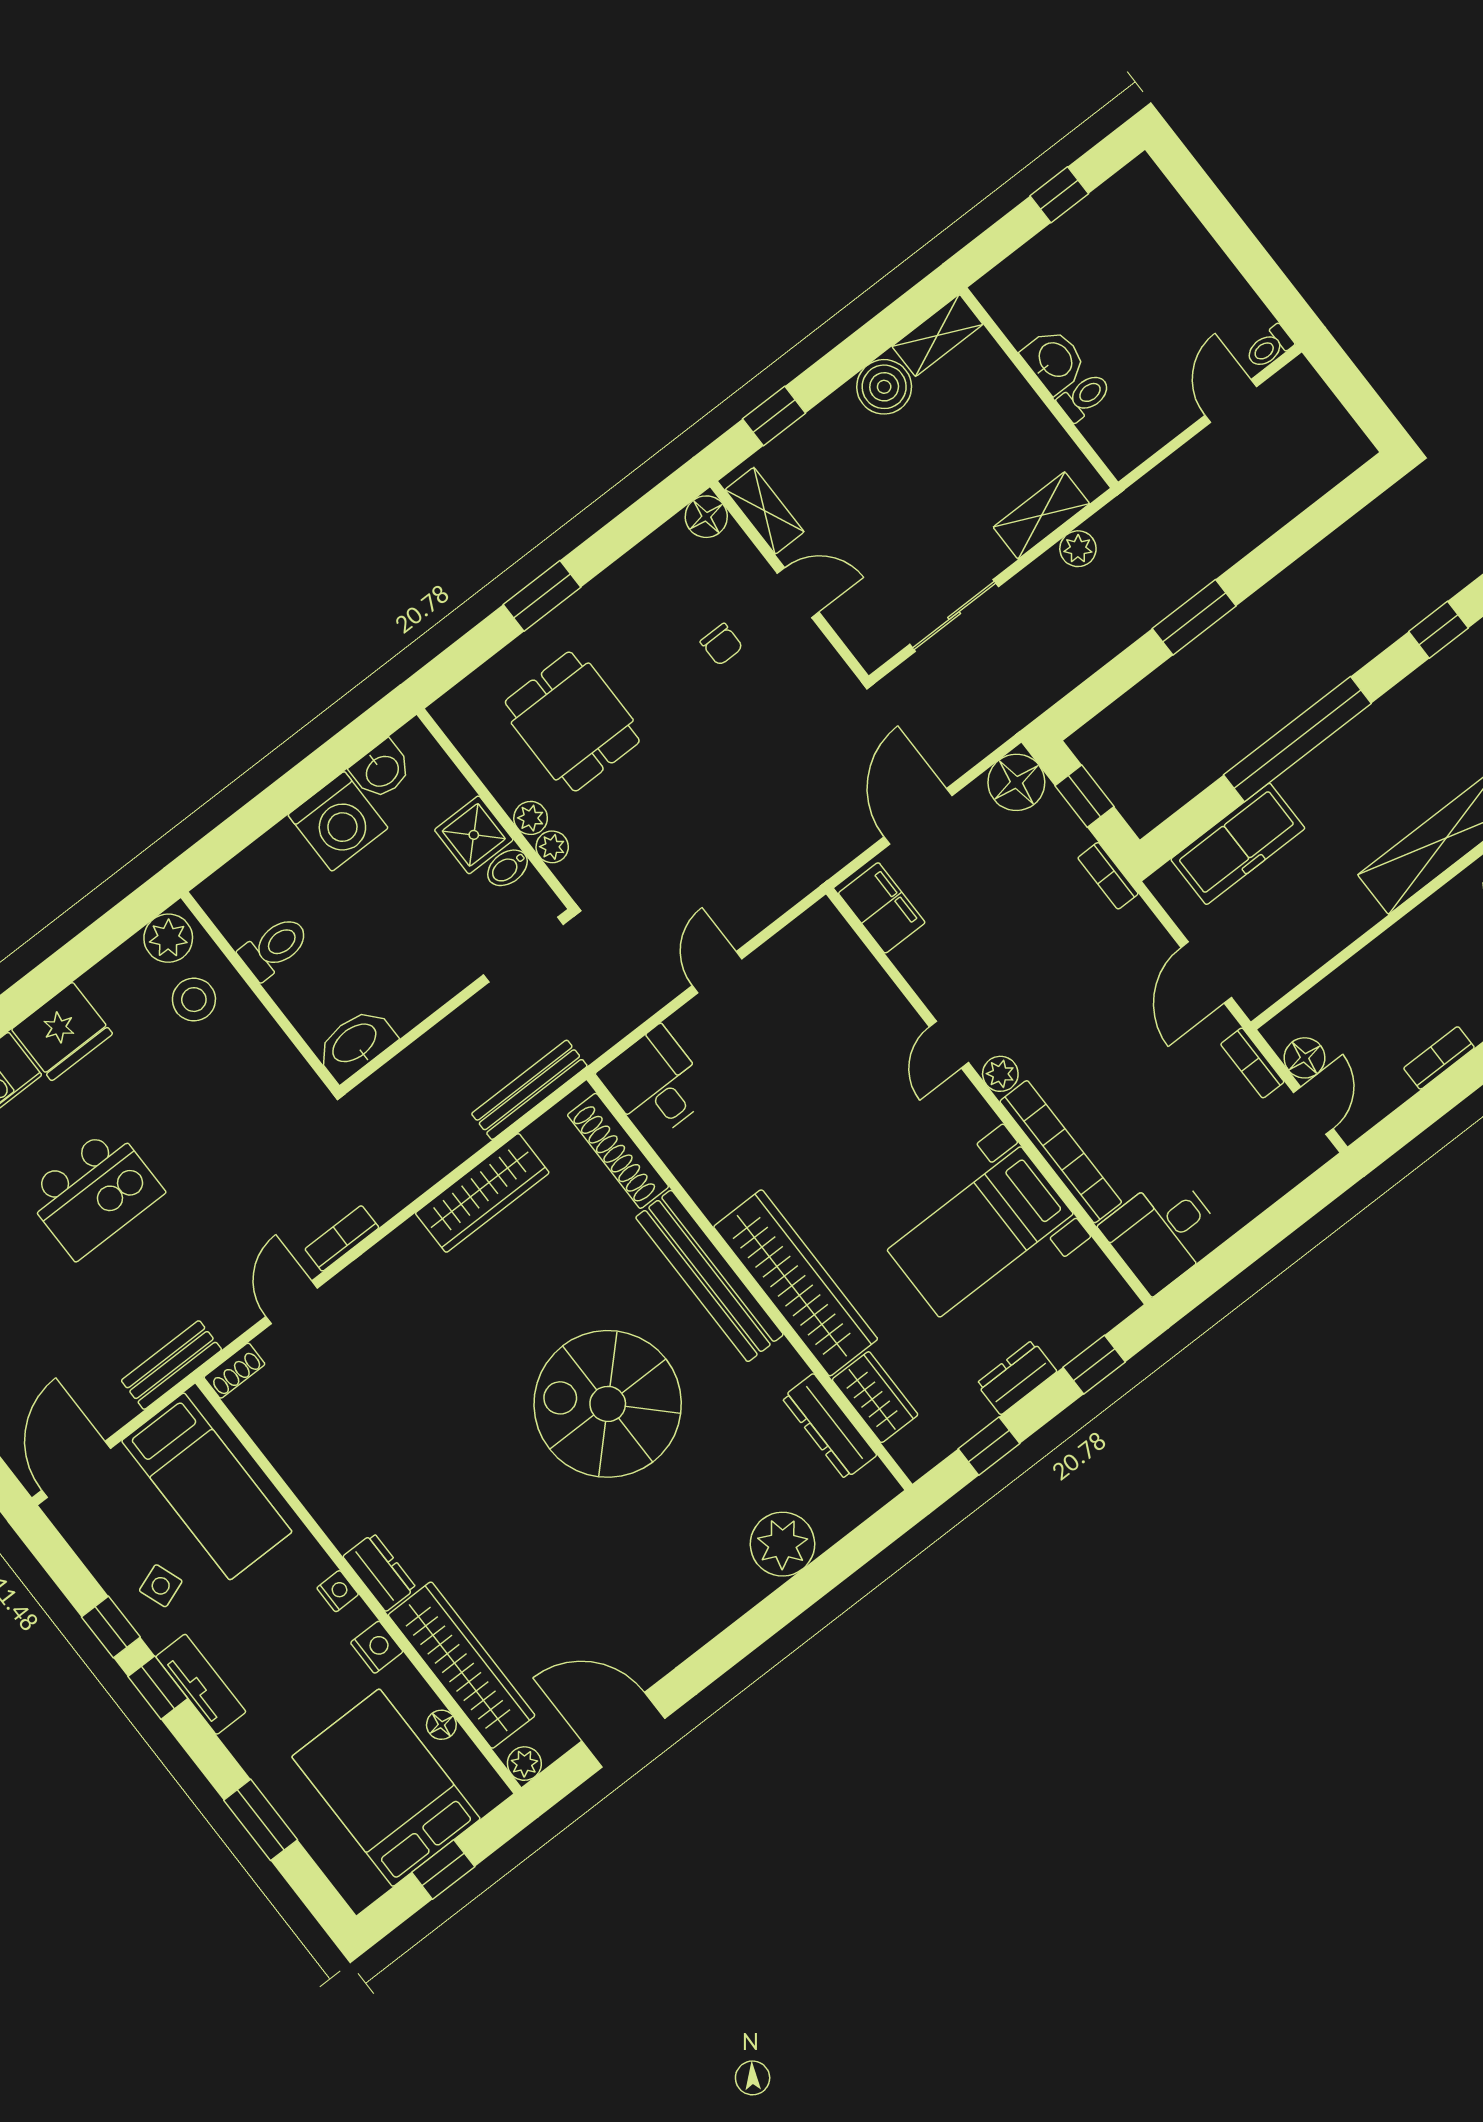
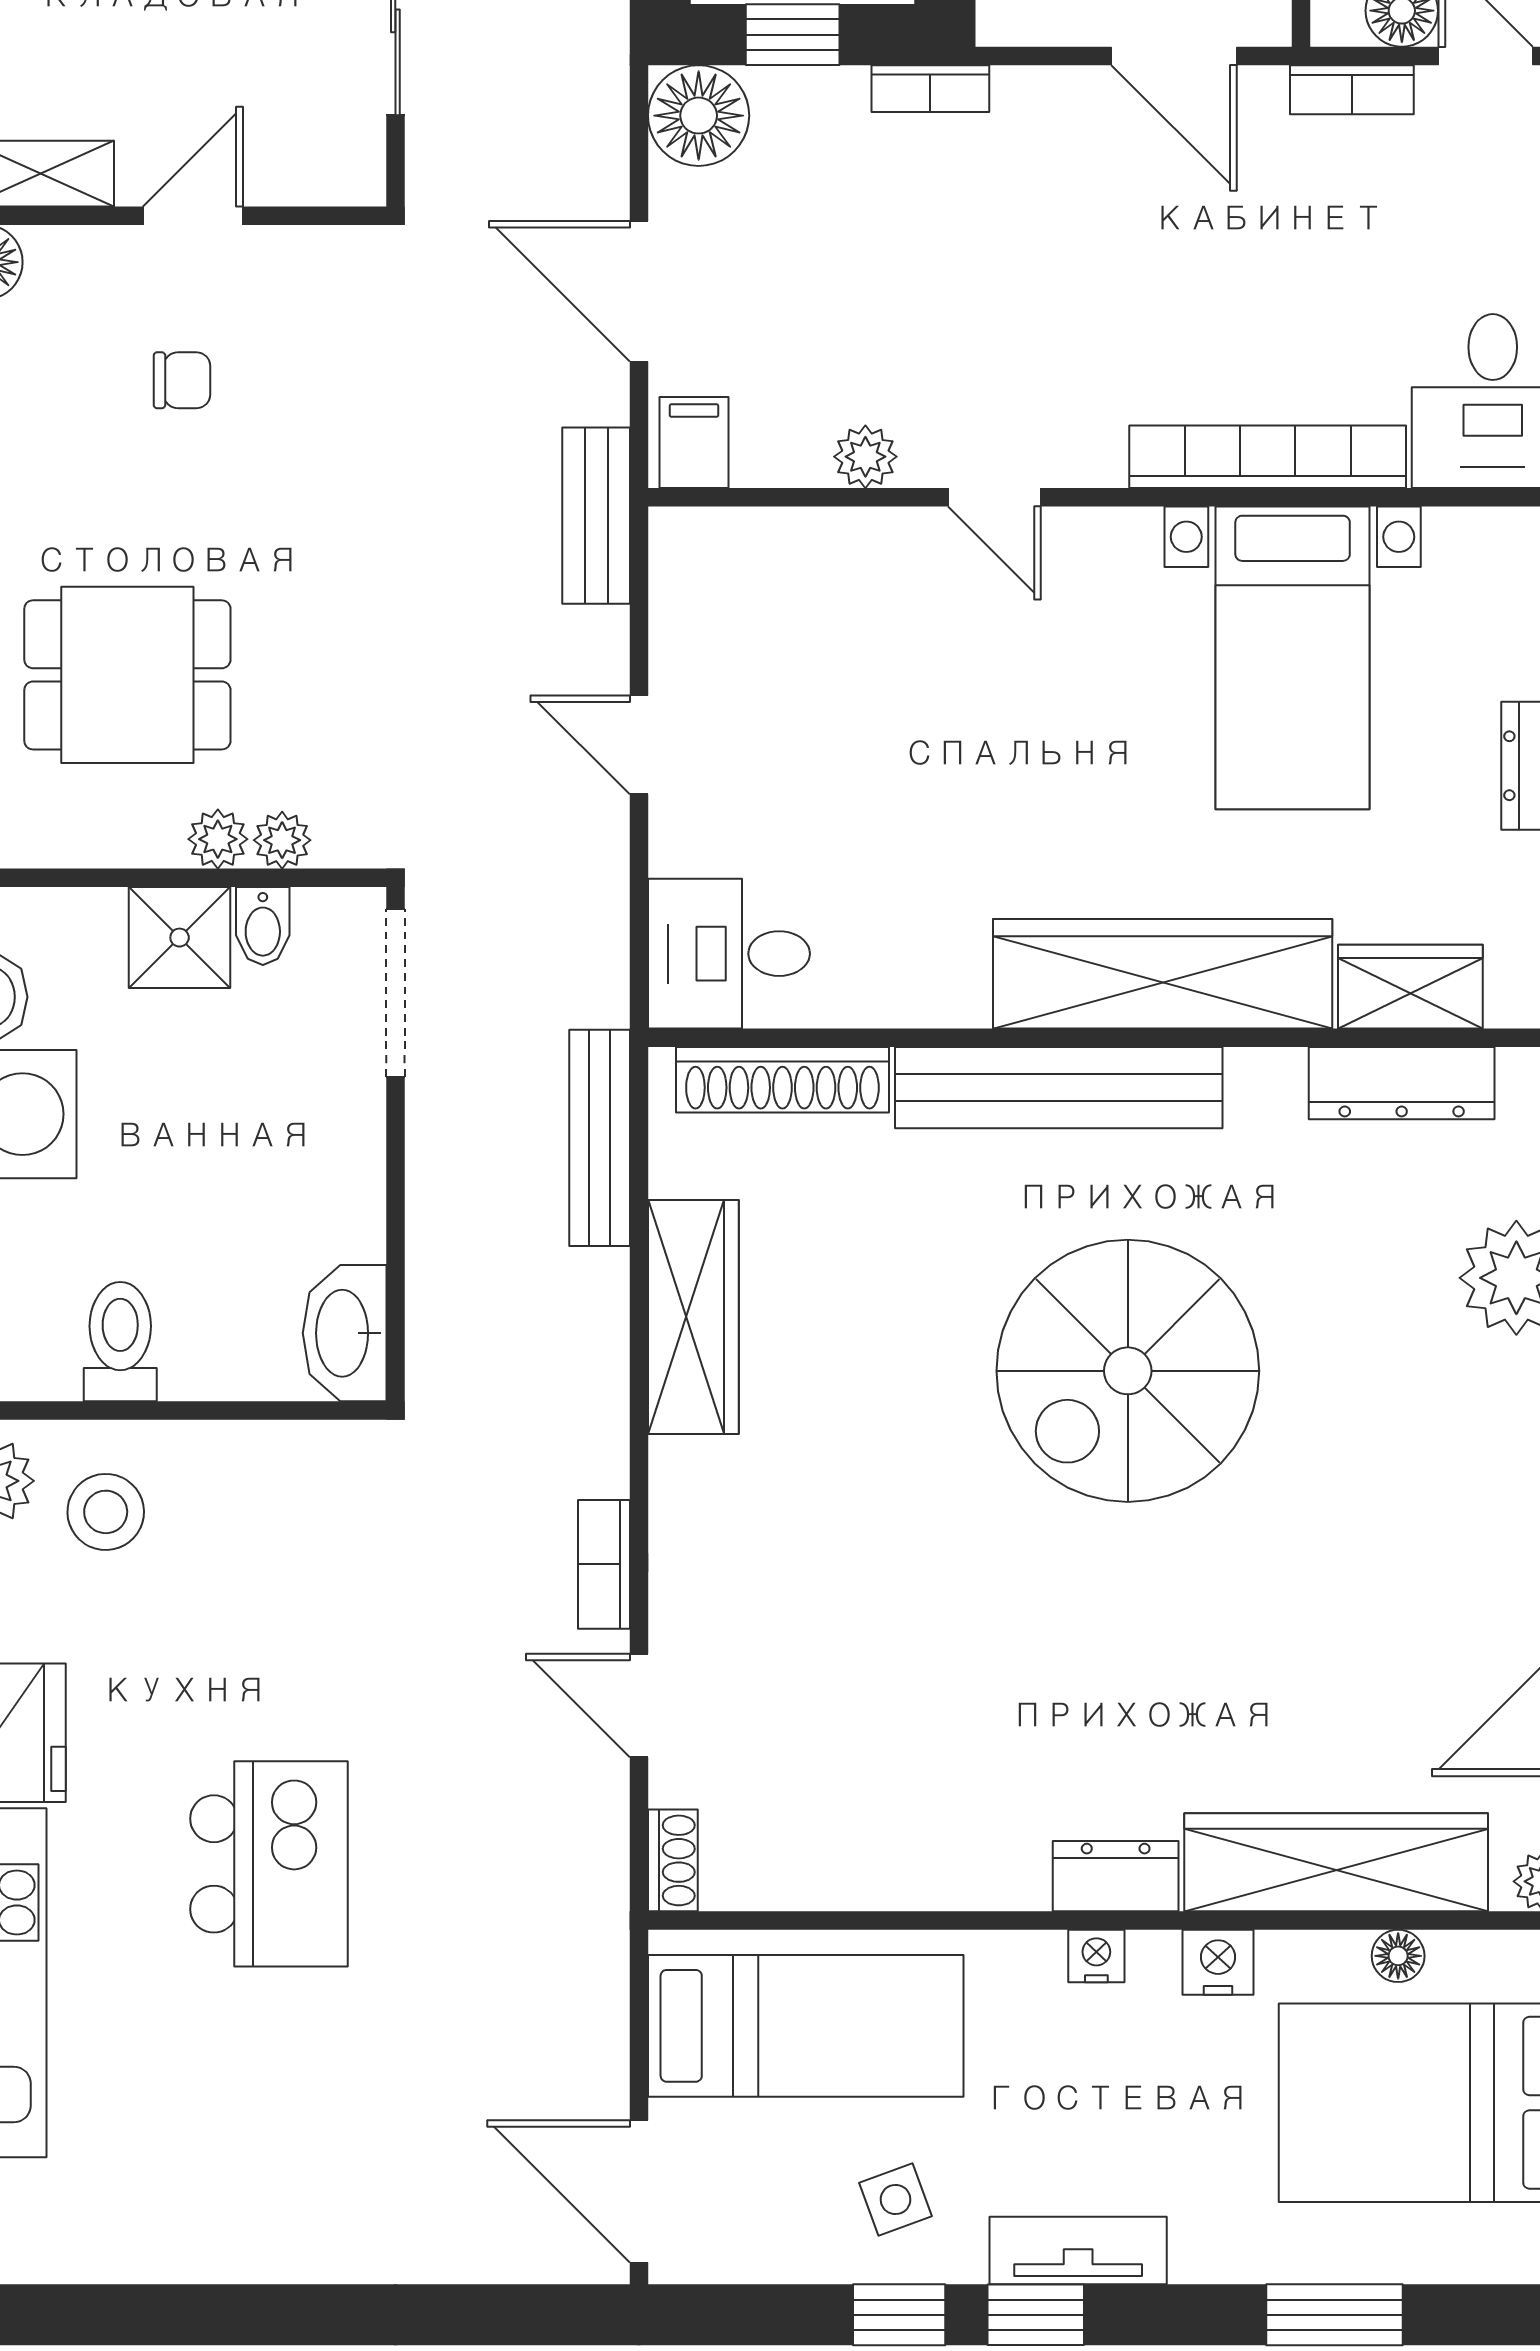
filing cabinet: (882, 908) -> (694, 442), width x0.50
plant: (1000, 1074) -> (865, 457), moved
bench: (171, 1365) -> (596, 516), moved

